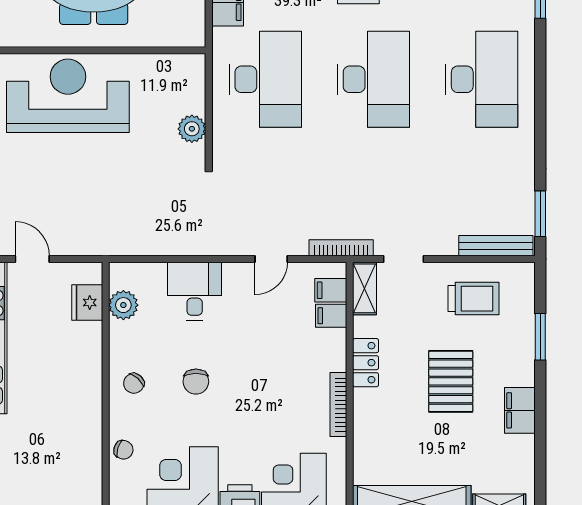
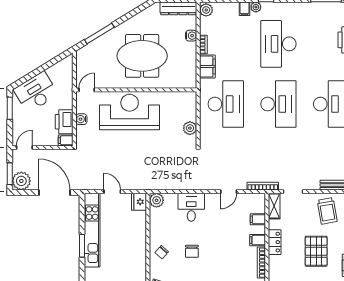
filing cabinet: (331, 290) -> (258, 240), moved
trolley: (473, 299) -> (327, 211), turned 80
fridge: (87, 303) -> (139, 202), moved
plant: (123, 305) -> (157, 200), moved

